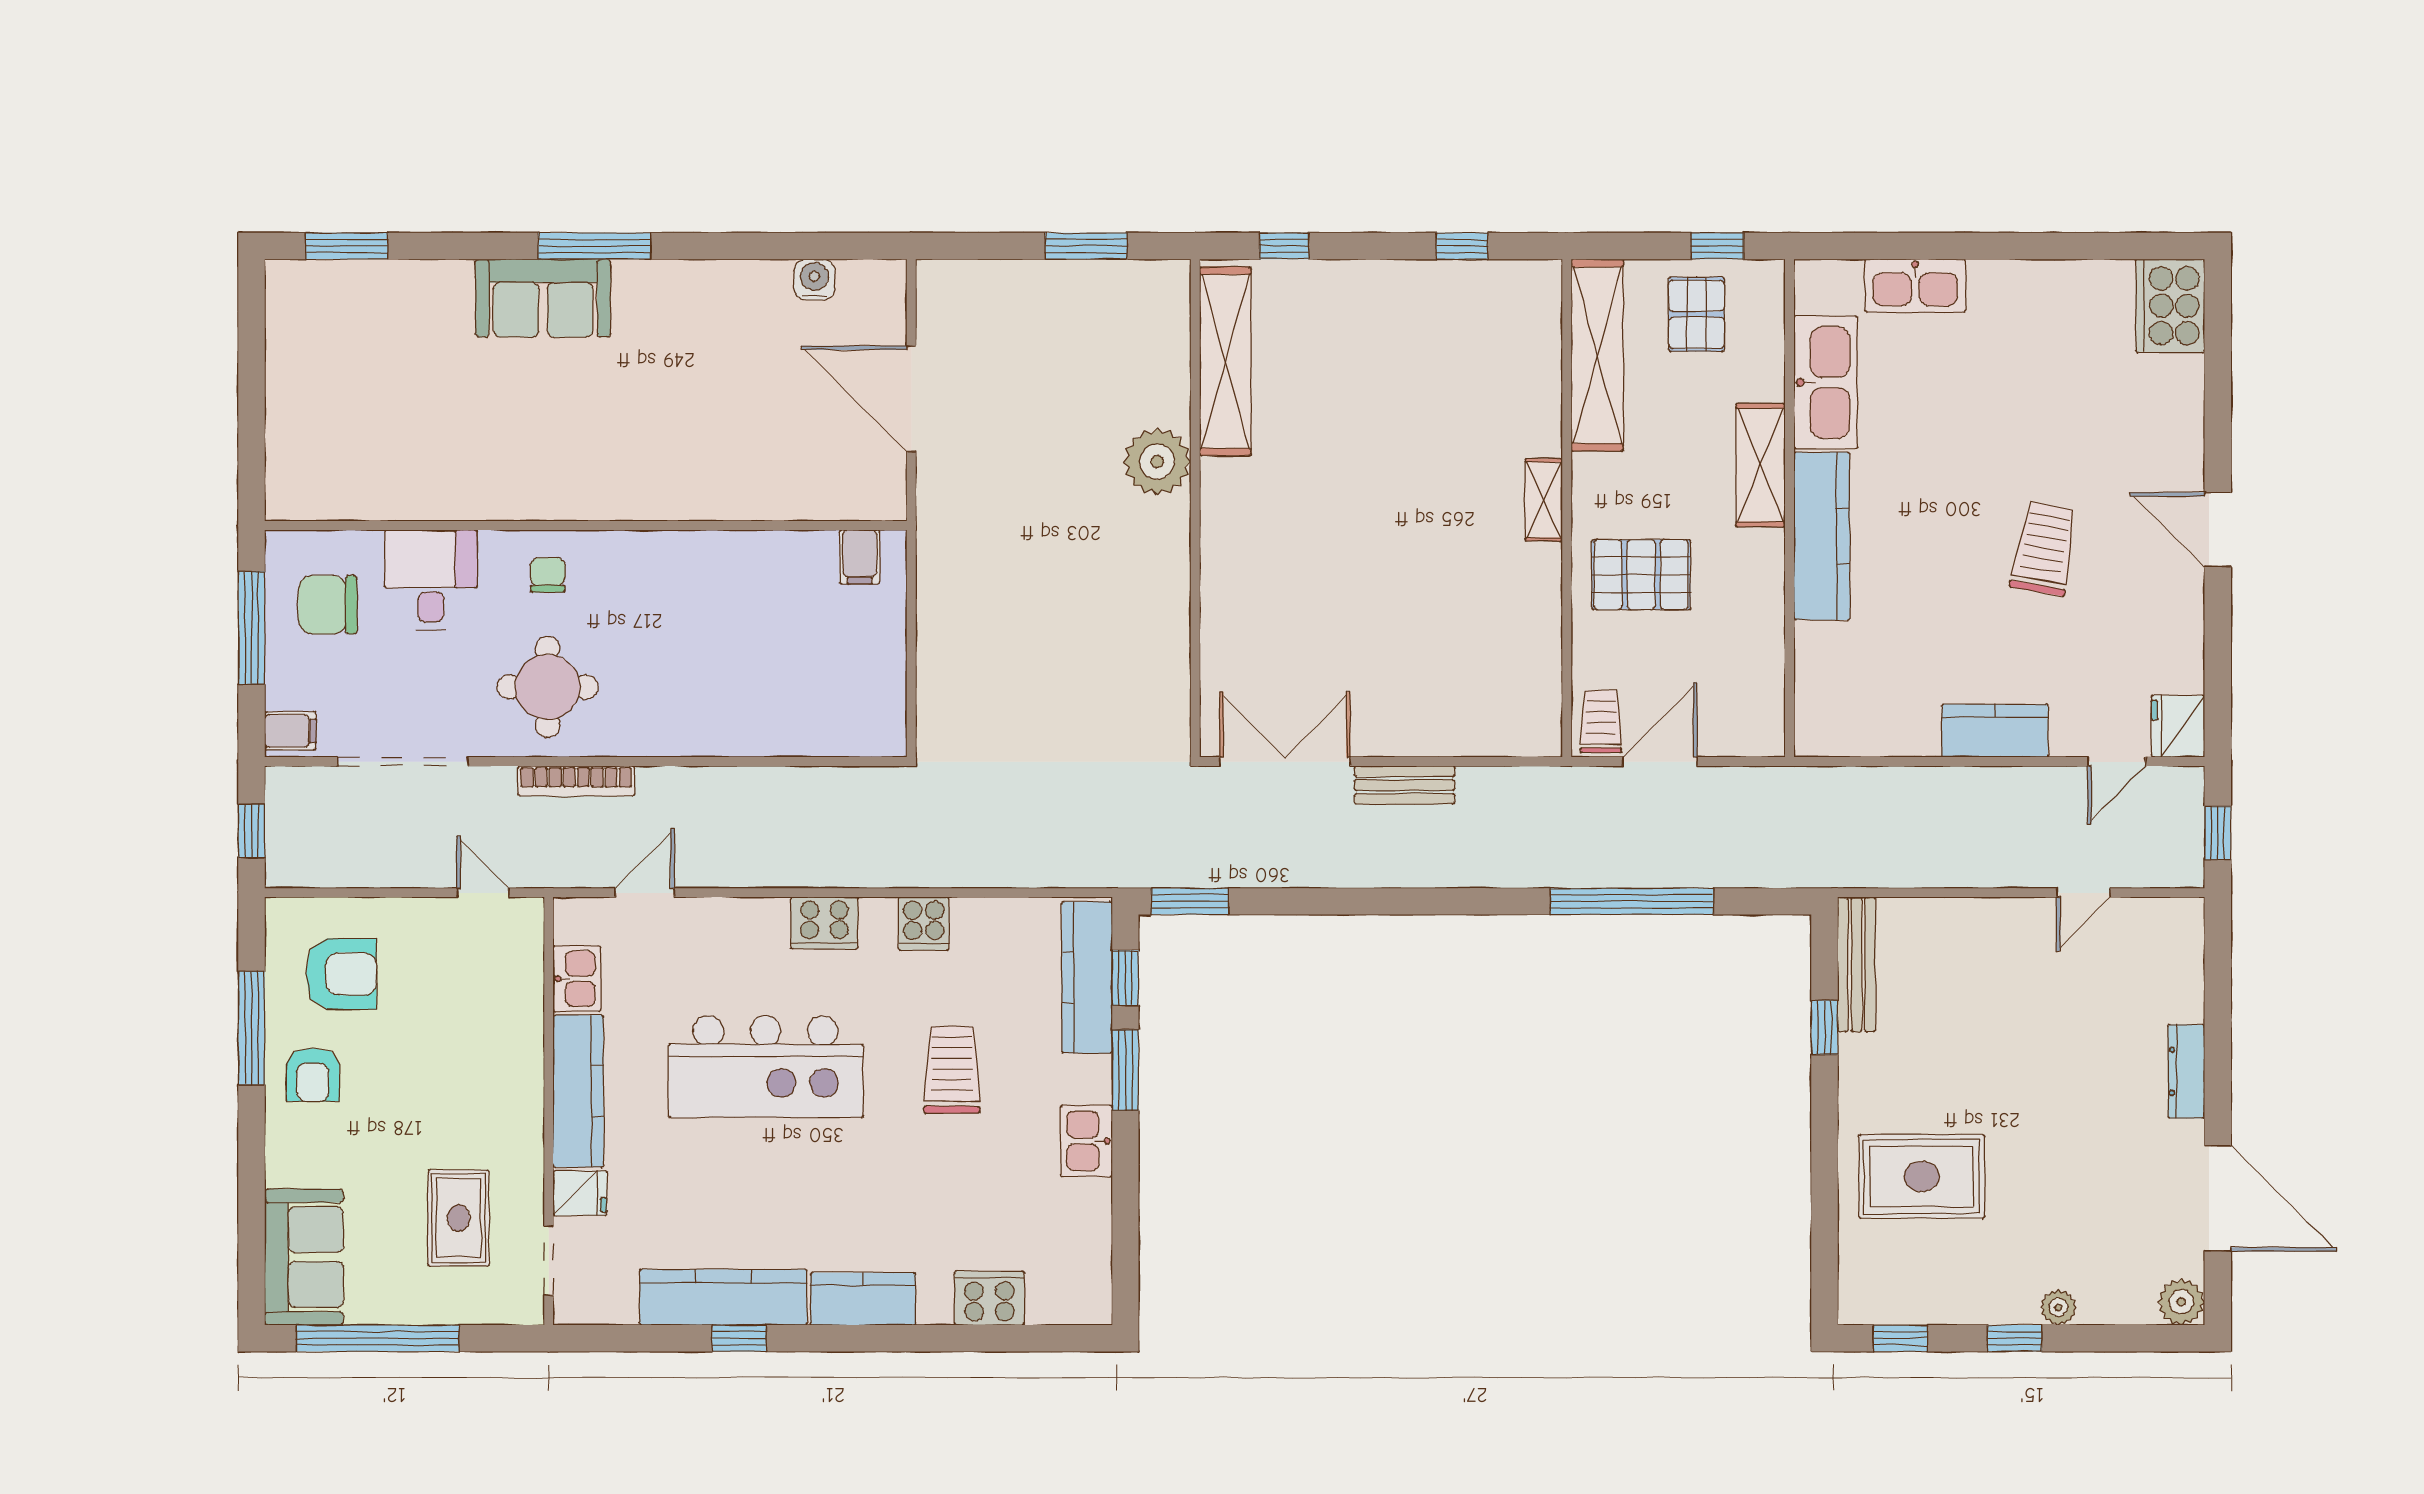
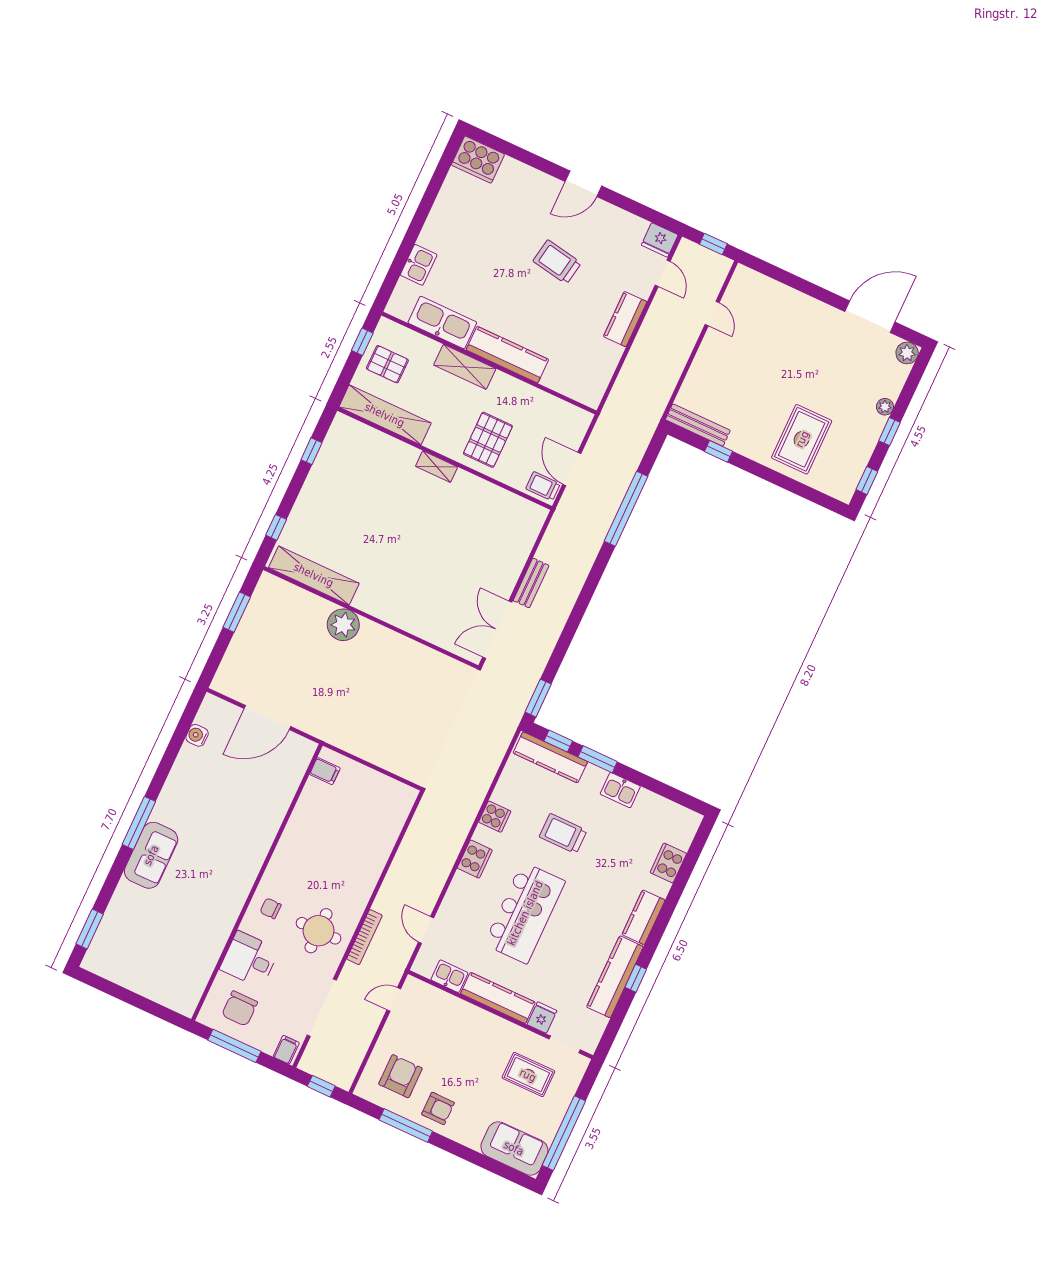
kitchen sink: (1915, 286) -> (419, 265), width x0.73
dresser: (2186, 1071) -> (809, 305), removed

